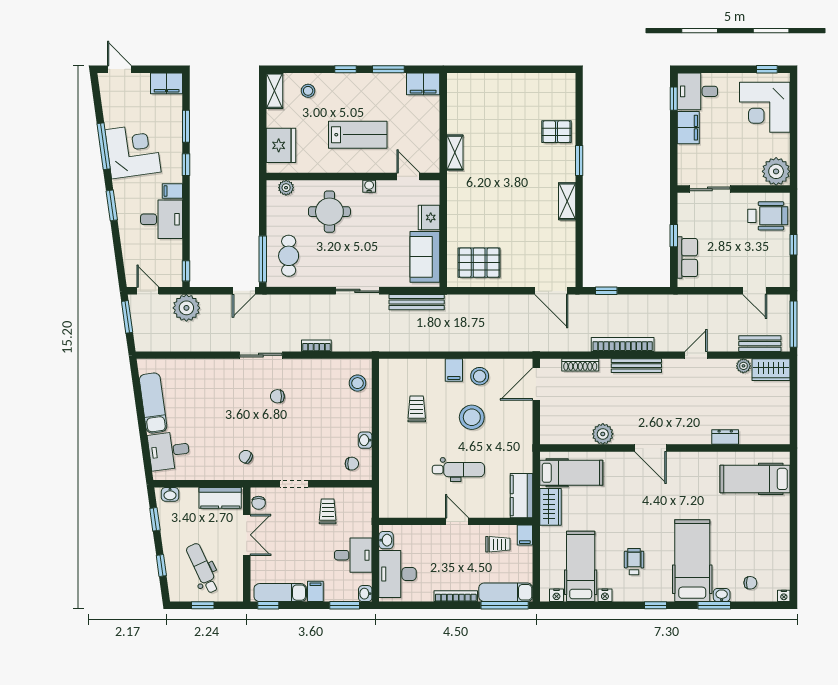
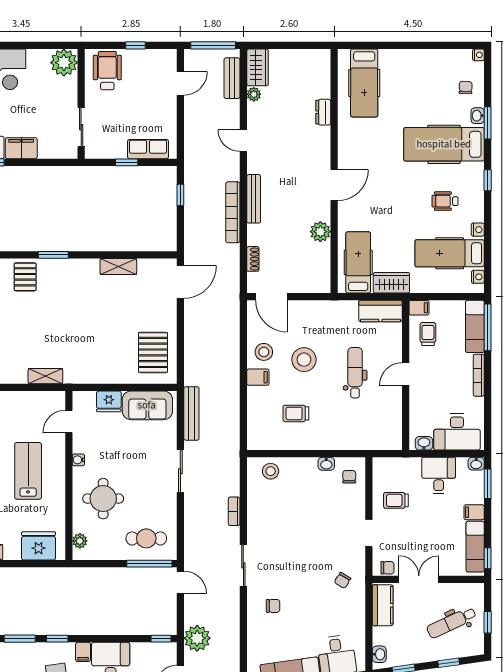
shelving: (567, 201) -> (118, 266), moved
window: (606, 291) -> (180, 195), moved
shoe rack: (580, 365) -> (253, 259), width x0.70
chair: (277, 396) -> (273, 606), moved, turned -90

